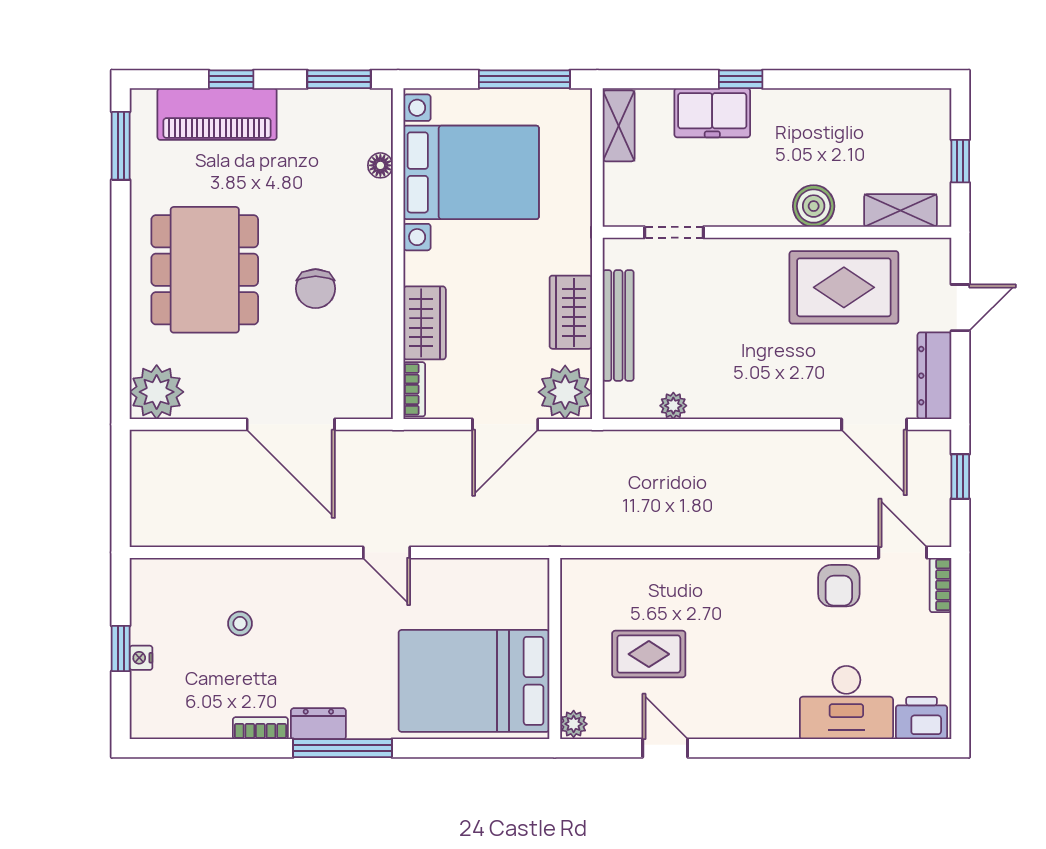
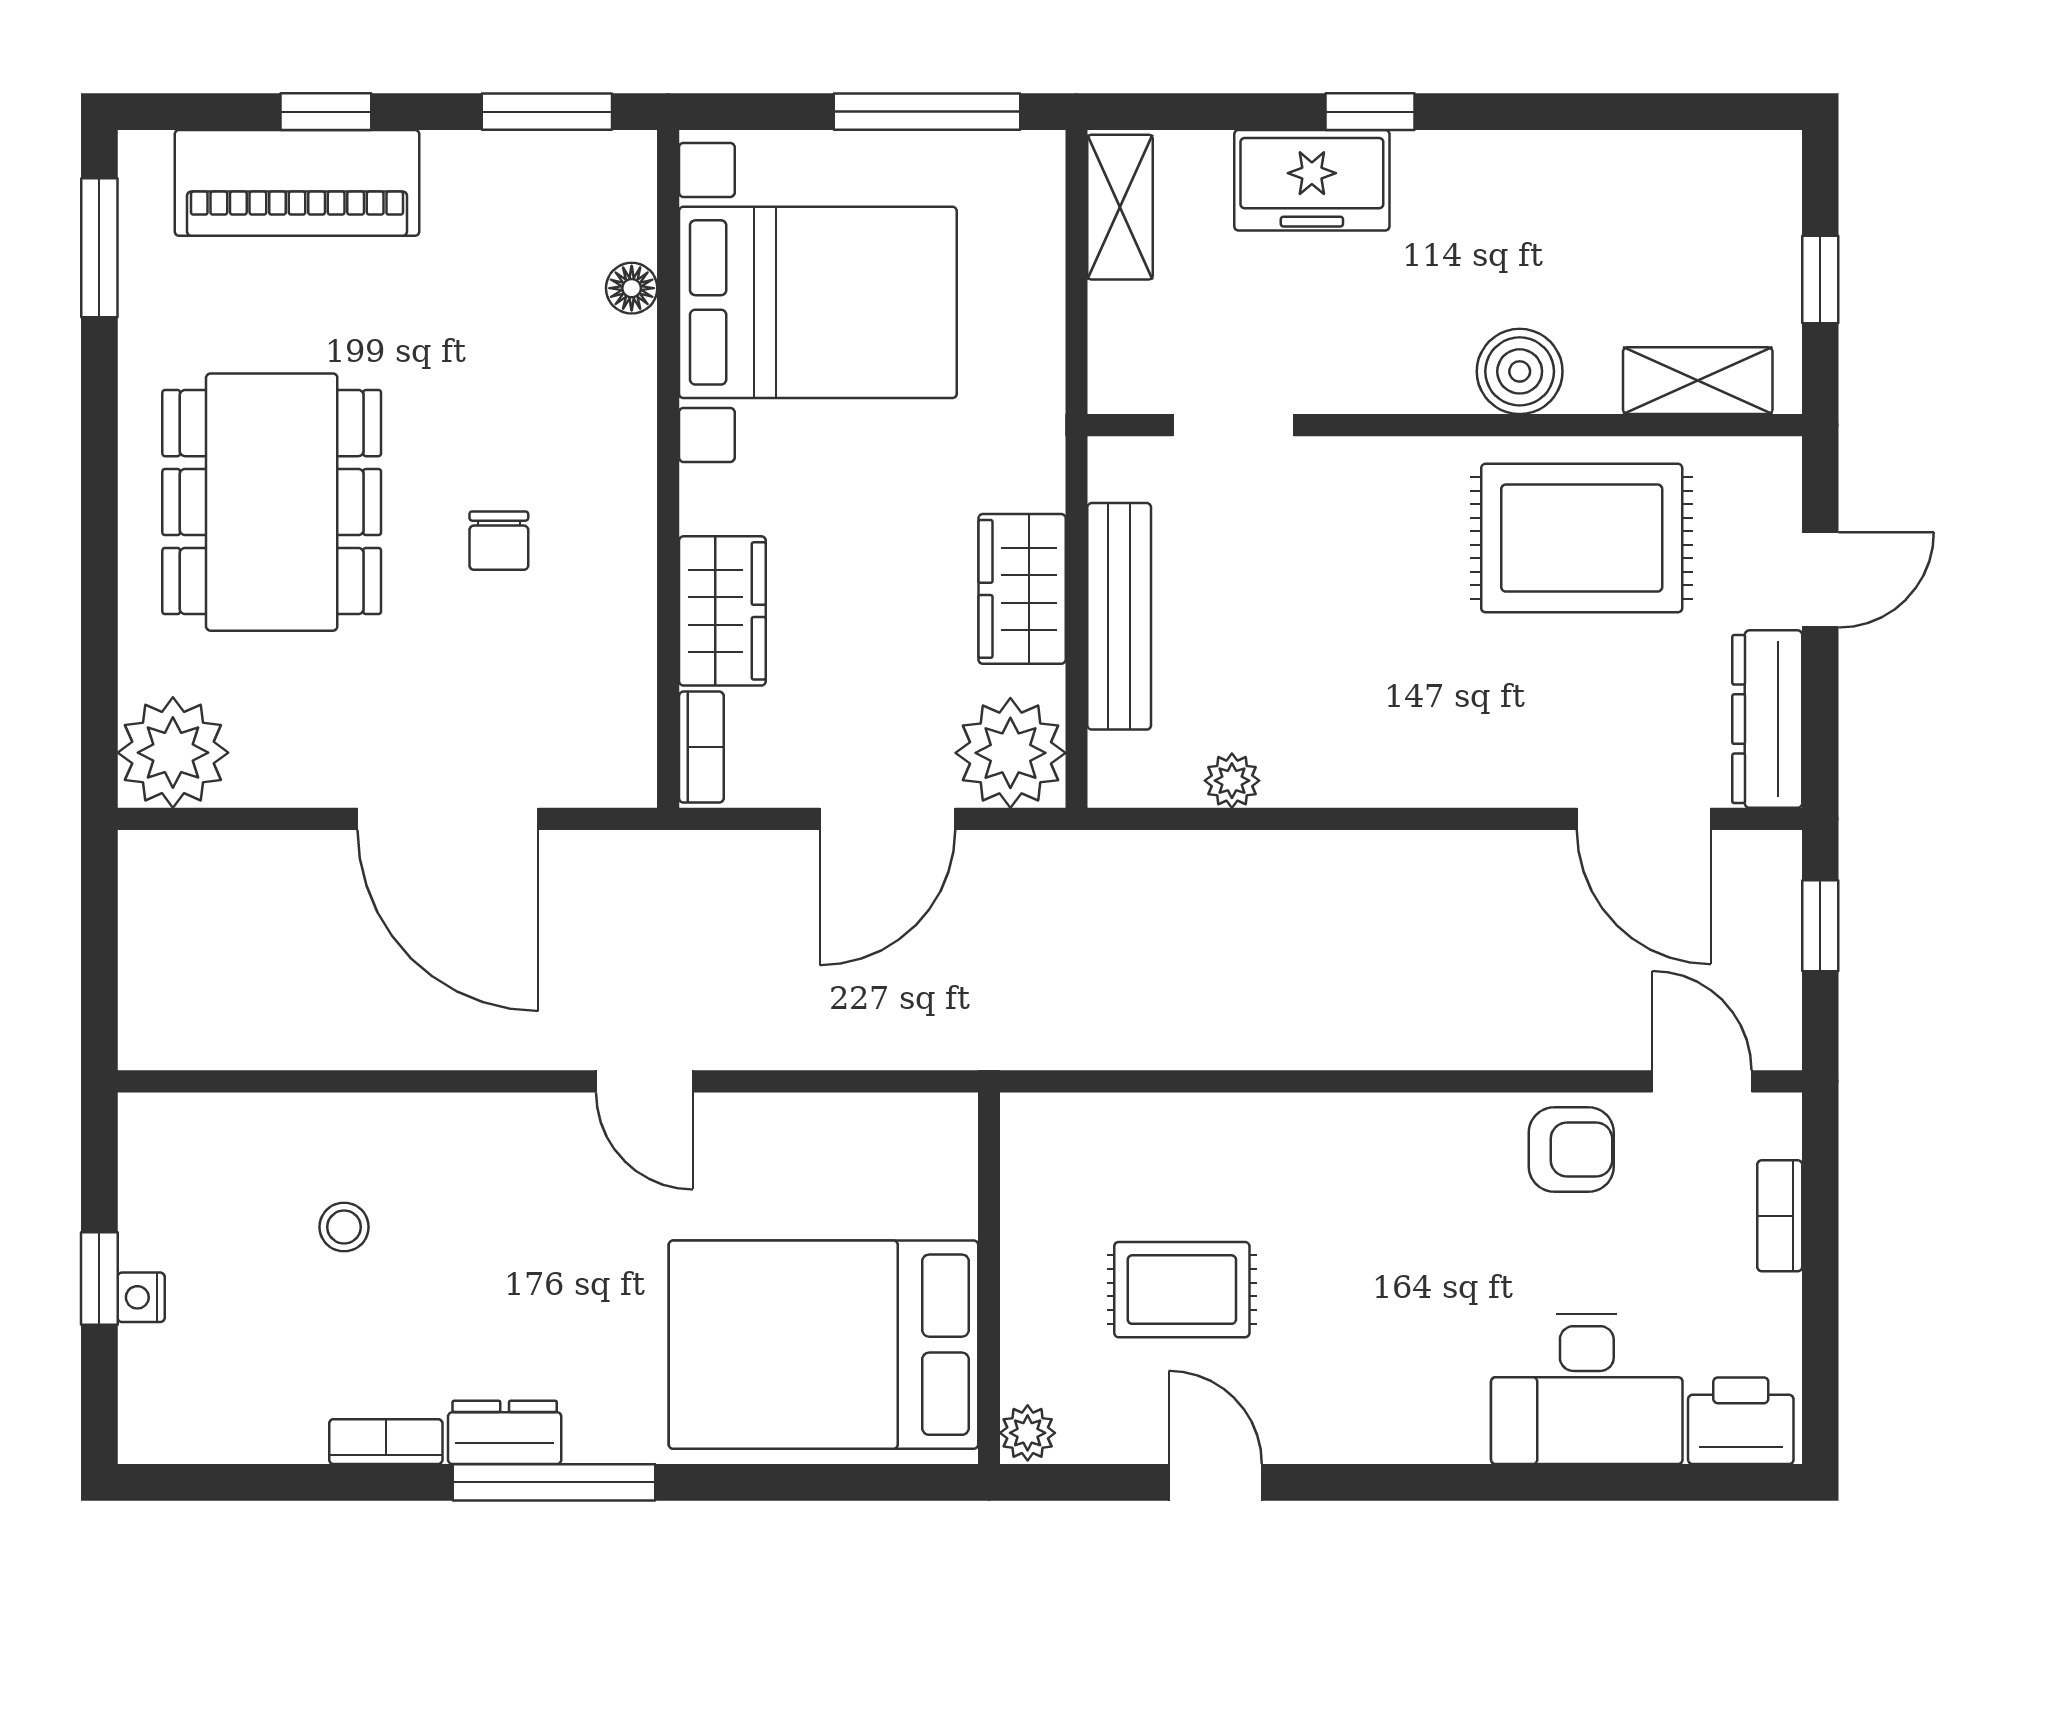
chair: (316, 289) -> (499, 541), width x0.73, depth x0.73
bookcase: (941, 585) -> (1780, 1216), moved
armchair: (839, 586) -> (1571, 1150), turned -90

